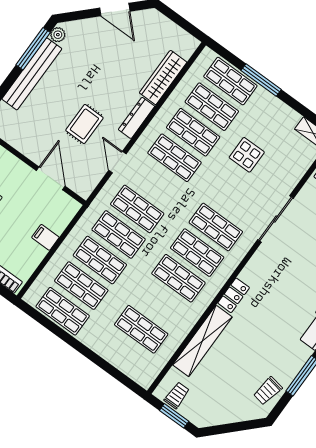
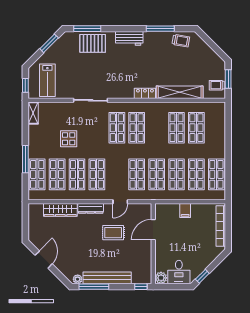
shop shelf: (178, 278) -> (176, 128), moved

